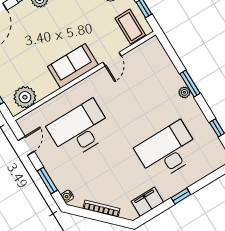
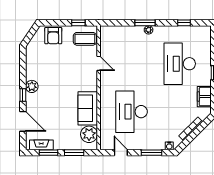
sofa: (73, 66) -> (88, 108), moved

